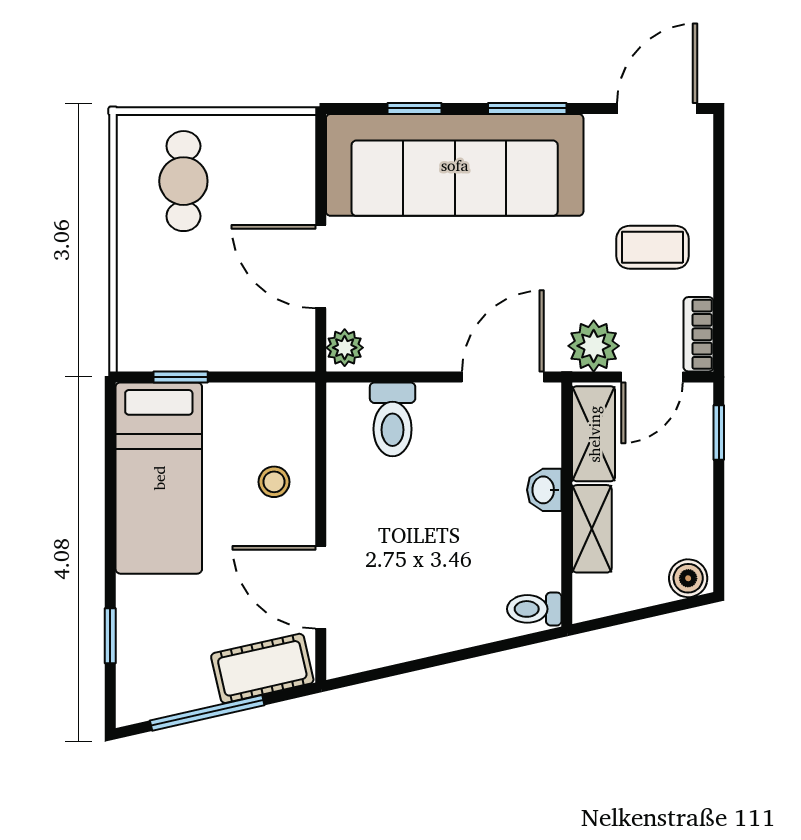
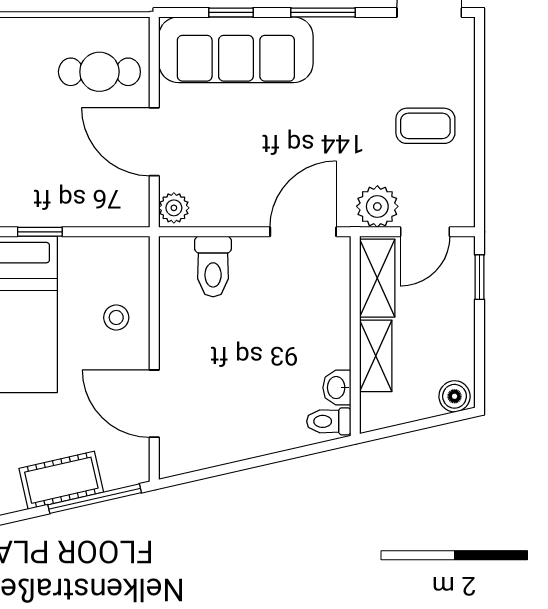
sofa: (455, 165) -> (236, 50), width x0.74, depth x0.79
cafe table: (183, 181) -> (99, 72), moved, turned 90
bookcase: (699, 334) -> (463, 197), removed
washbasin: (544, 490) -> (337, 388), moved
cot: (262, 668) -> (61, 480), moved
window: (207, 713) -> (95, 499), moved

